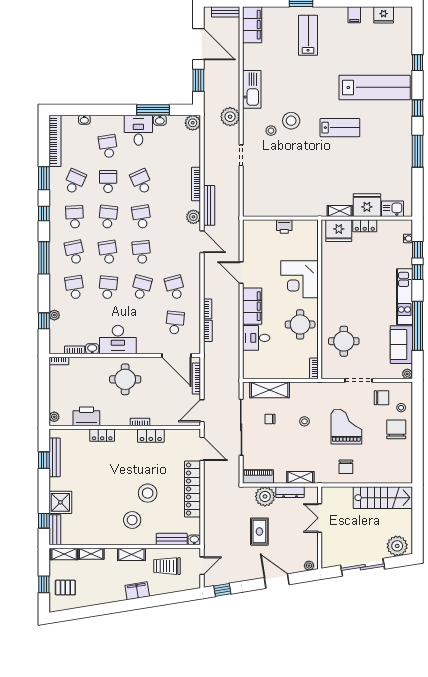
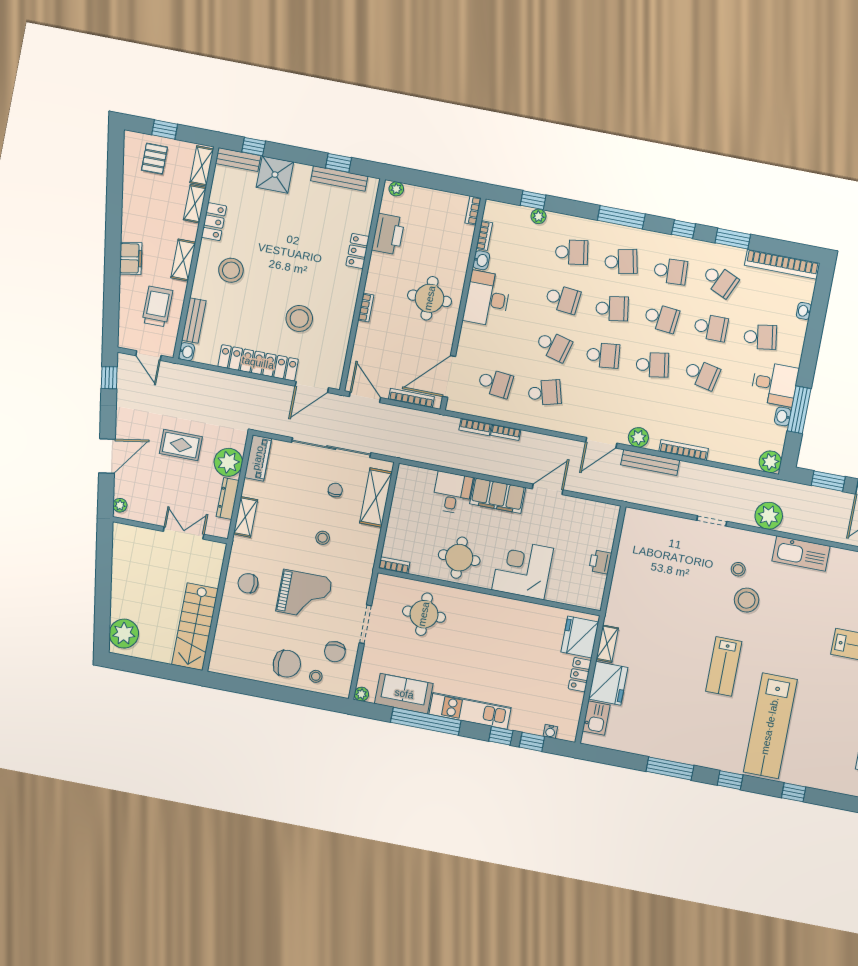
school desk: (141, 182) -> (702, 374), turned 36
locker: (151, 436) -> (214, 222), moved, turned 180
stool: (148, 493) -> (299, 318), moved
sliding door: (363, 567) -> (103, 580), removed

